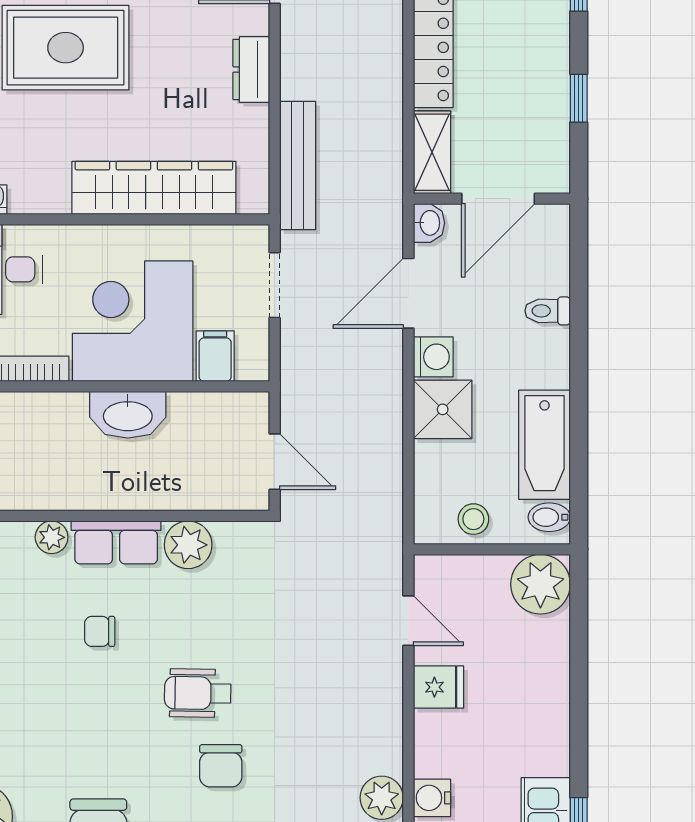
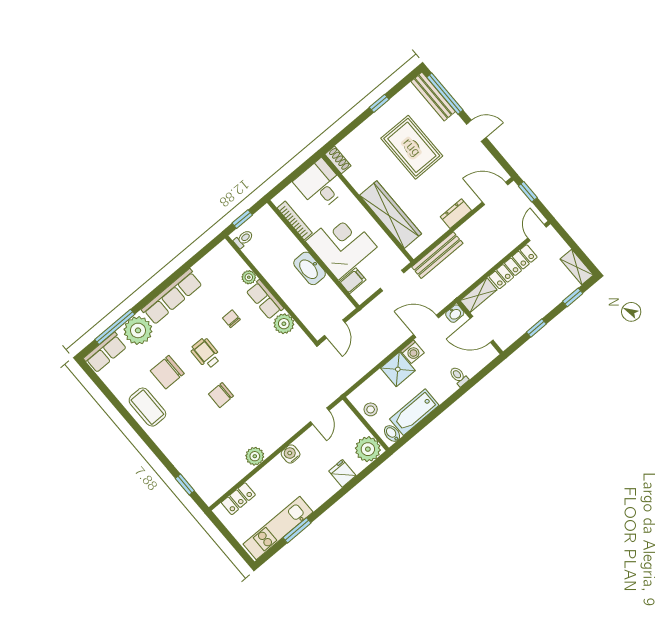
fridge: (439, 687) -> (342, 473), moved, turned 180
wheelchair: (198, 693) -> (206, 353), moved
water cooler: (432, 798) -> (291, 454), moved

